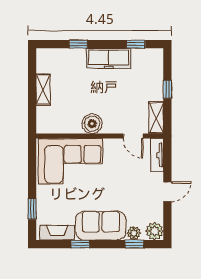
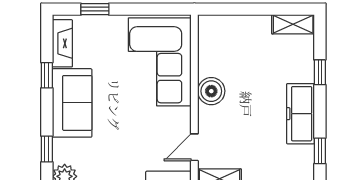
shelving: (43, 90) -> (293, 24), moved
plant: (134, 233) -> (62, 148), removed

